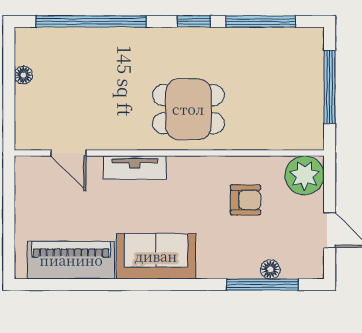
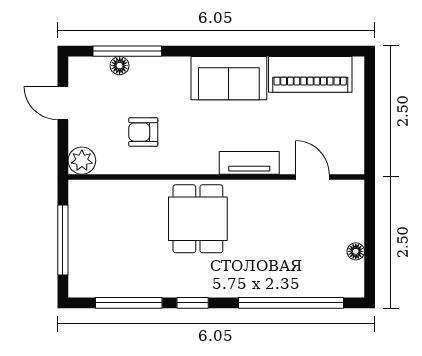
dining table: (188, 109) -> (198, 219), turned 90
plant: (305, 175) -> (82, 161), width x0.73, depth x0.73

